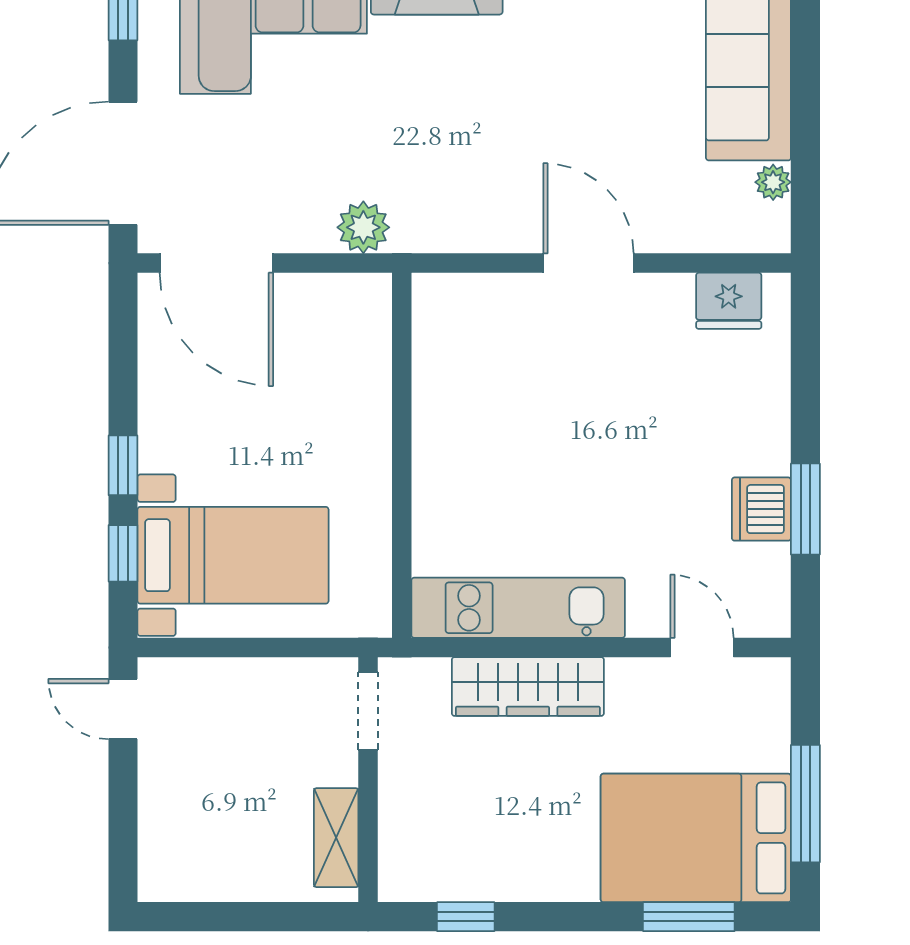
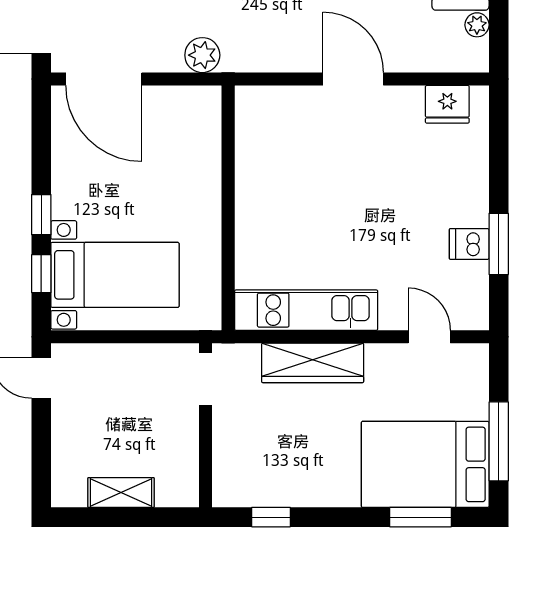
dishwasher: (761, 509) -> (469, 244), width x0.73
shelving: (336, 838) -> (121, 493), moved, turned 90

